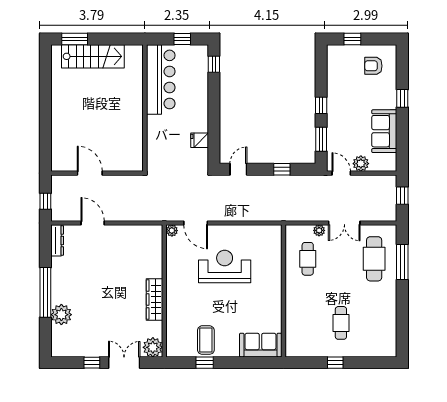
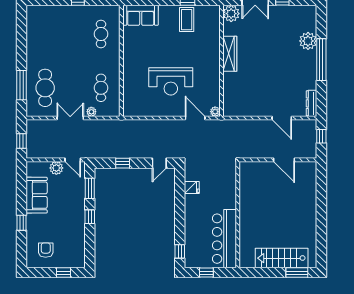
armchair: (373, 66) -> (46, 250), turned -90
cafe table: (341, 323) -> (101, 34), moved

